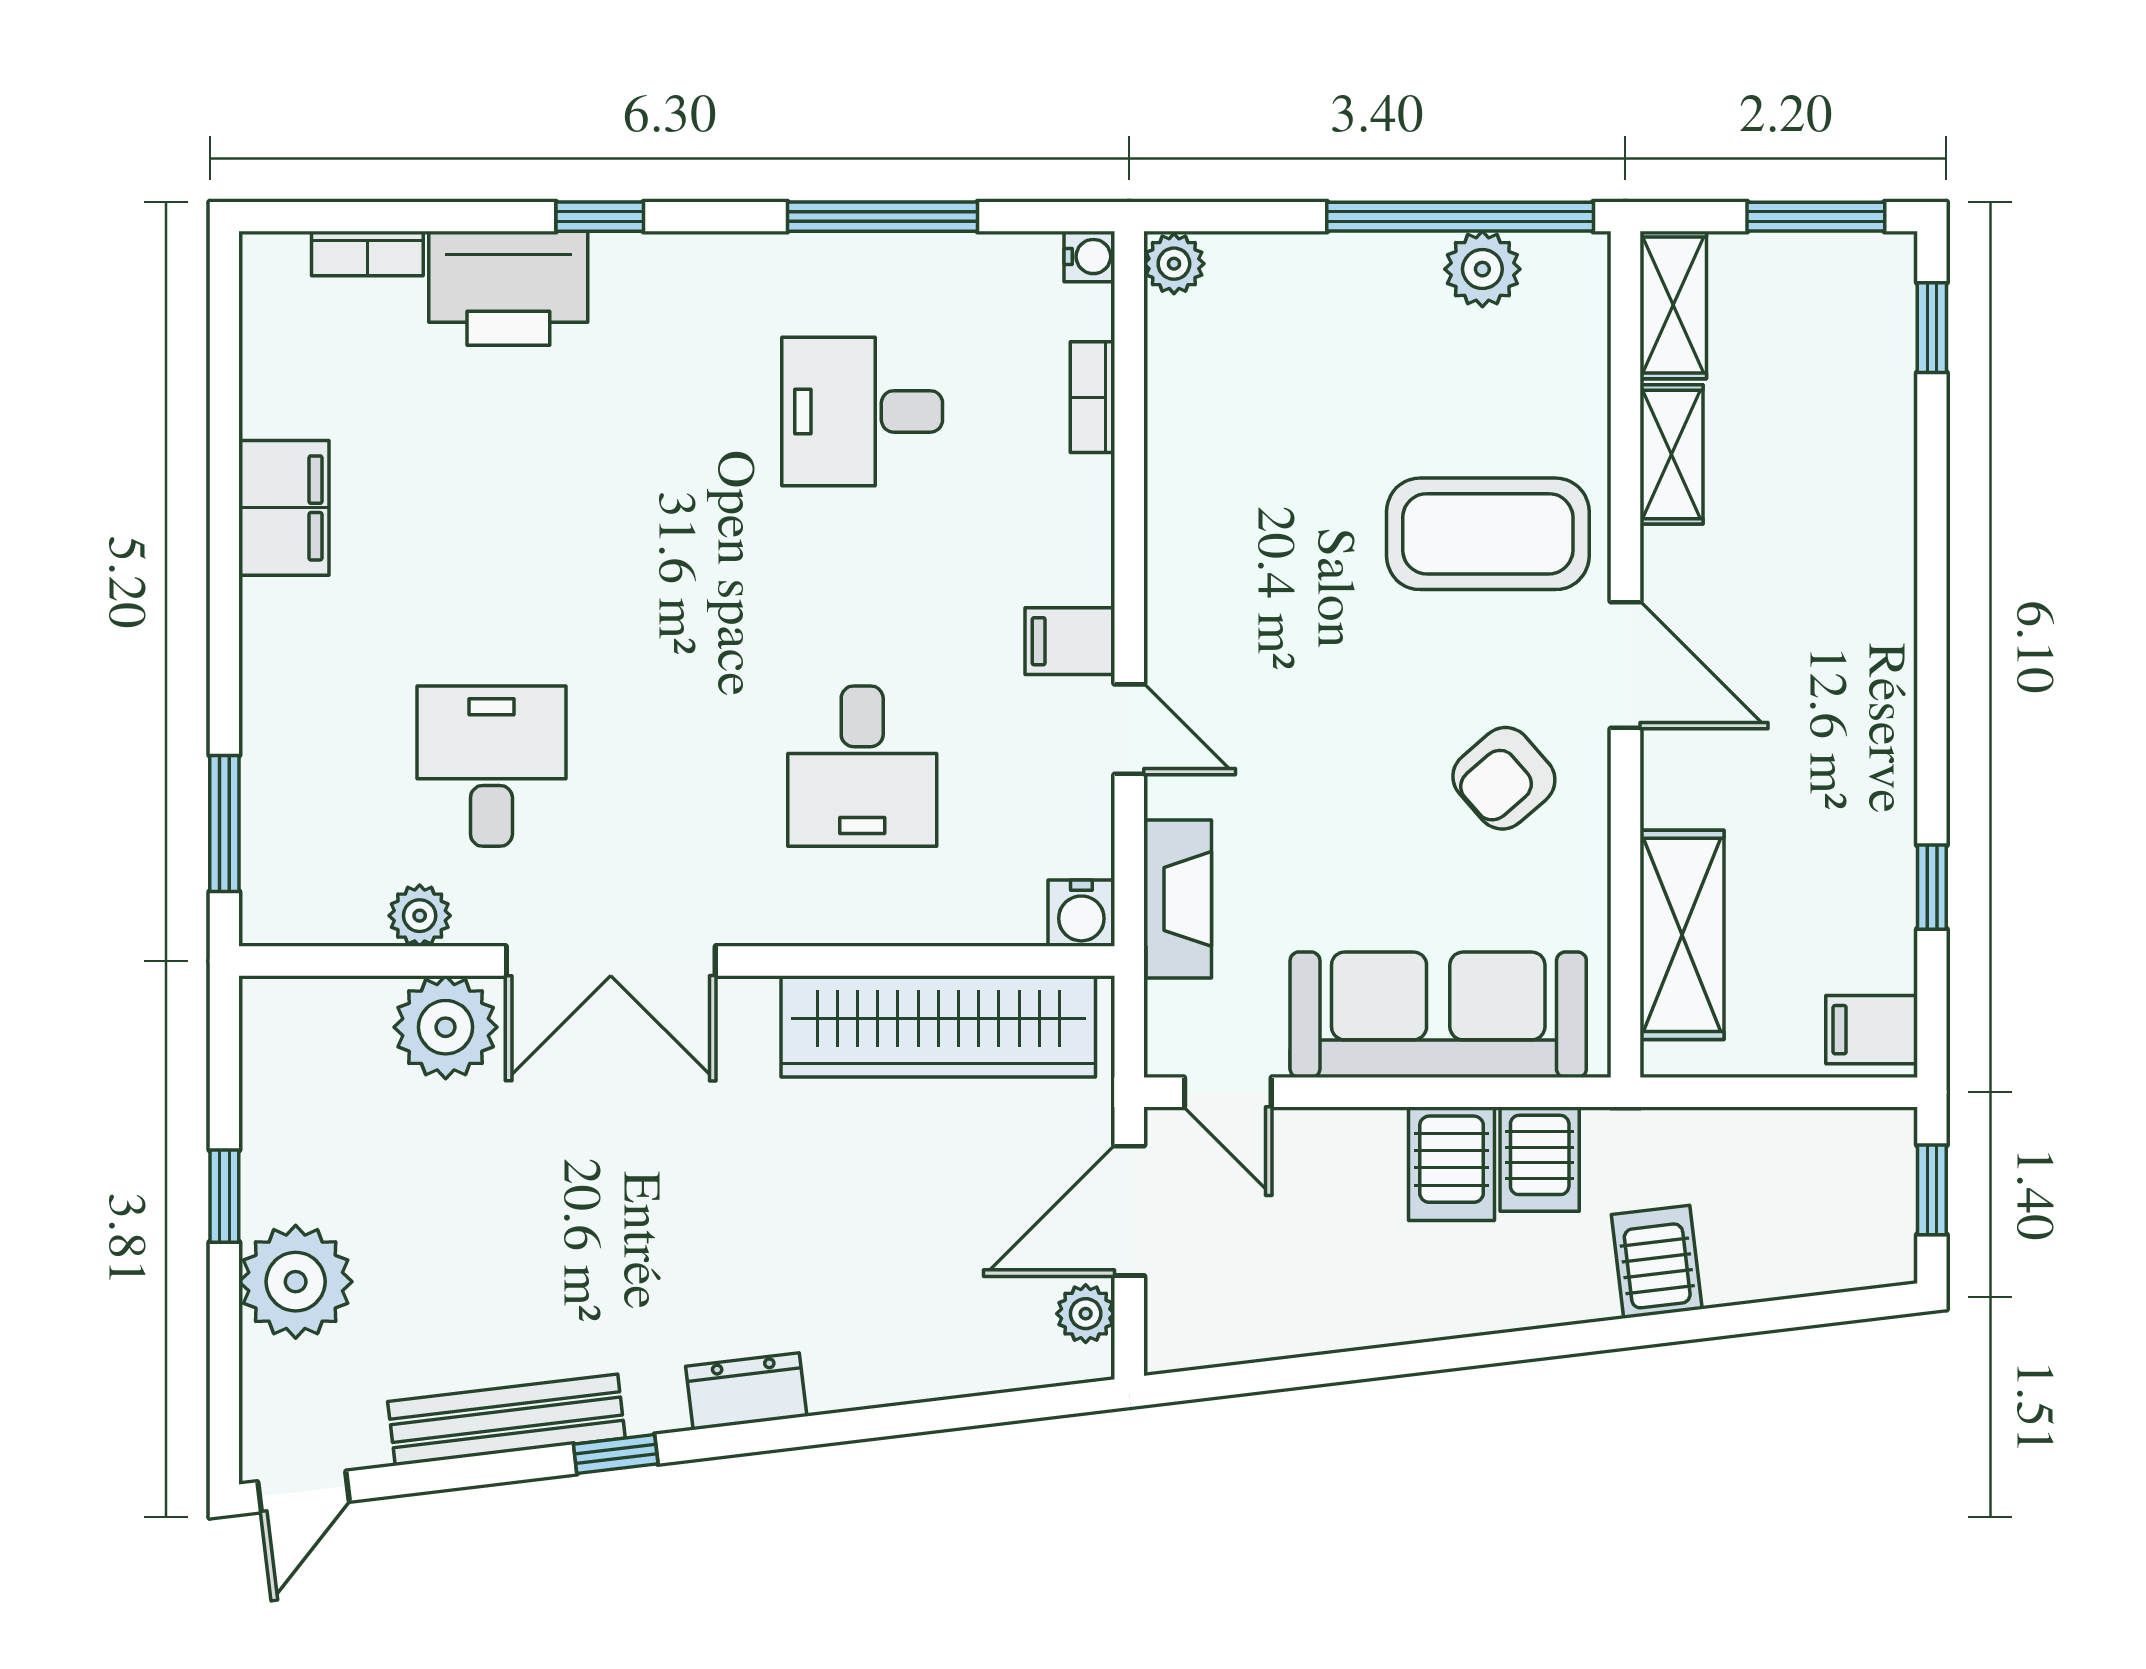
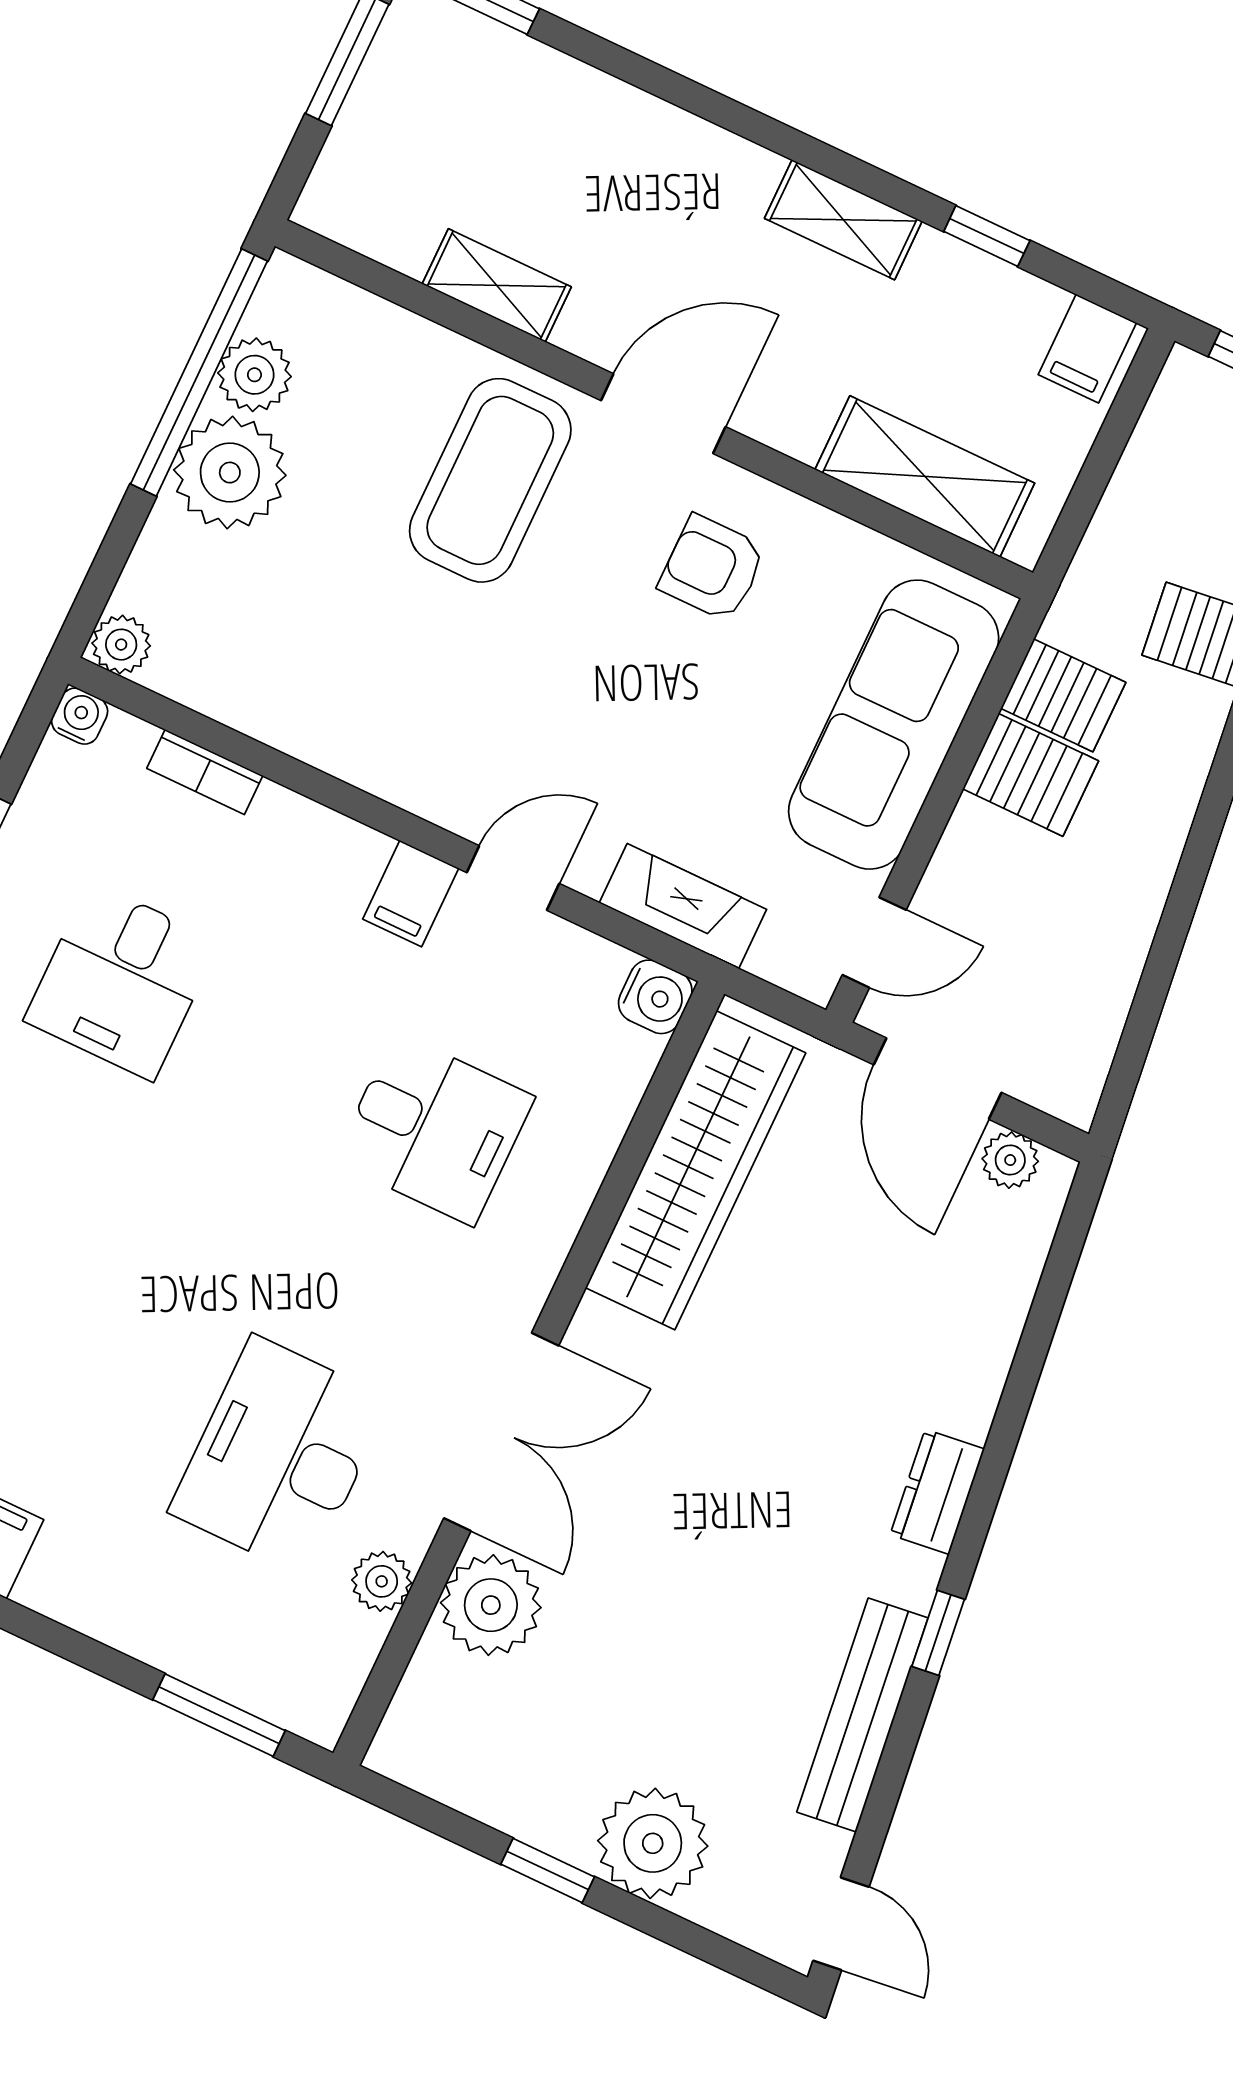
plant: (1381, 289) -> (230, 473), added
shelving: (1673, 305) -> (843, 220), moved
desk: (491, 766) -> (280, 1456), width x1.37
armchair: (1504, 778) -> (712, 568), turned 131

